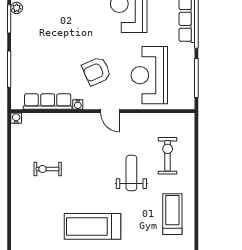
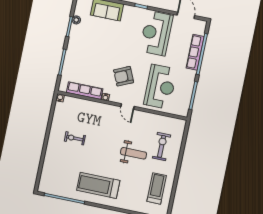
reception desk: (149, 75) -> (160, 87), turned 180
weight bench: (131, 173) -> (134, 153), turned 90

